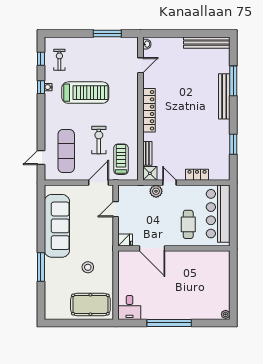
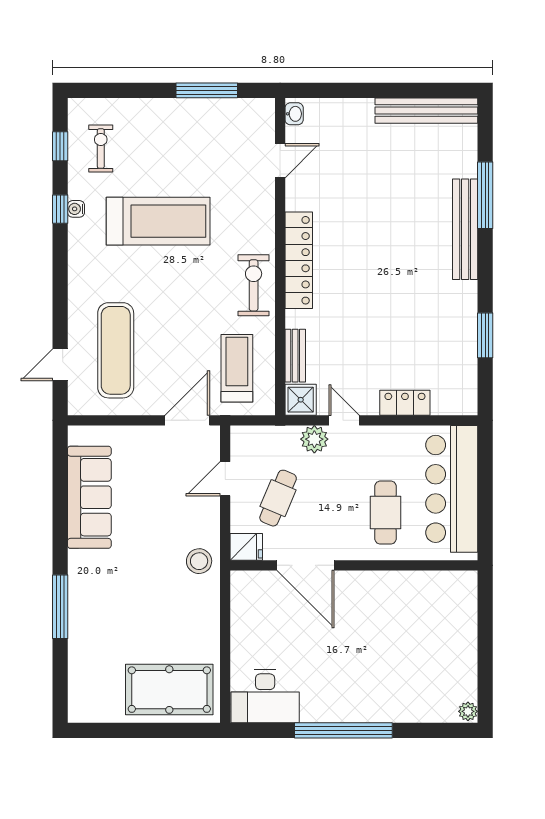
exercise bike: (99, 140) -> (254, 285), moved
cafe table: (140, 218) -> (278, 498), added
sofa: (57, 226) -> (89, 497), width x0.74, depth x0.79
stool: (88, 267) -> (199, 561), moved
desk: (130, 307) -> (265, 696), width x1.37

